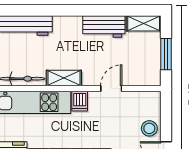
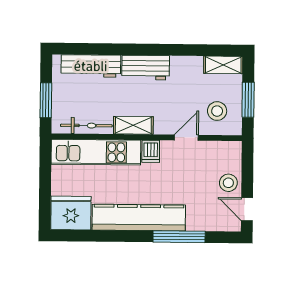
workbench: (104, 26) -> (146, 68), moved
stool: (139, 64) -> (217, 111), added

